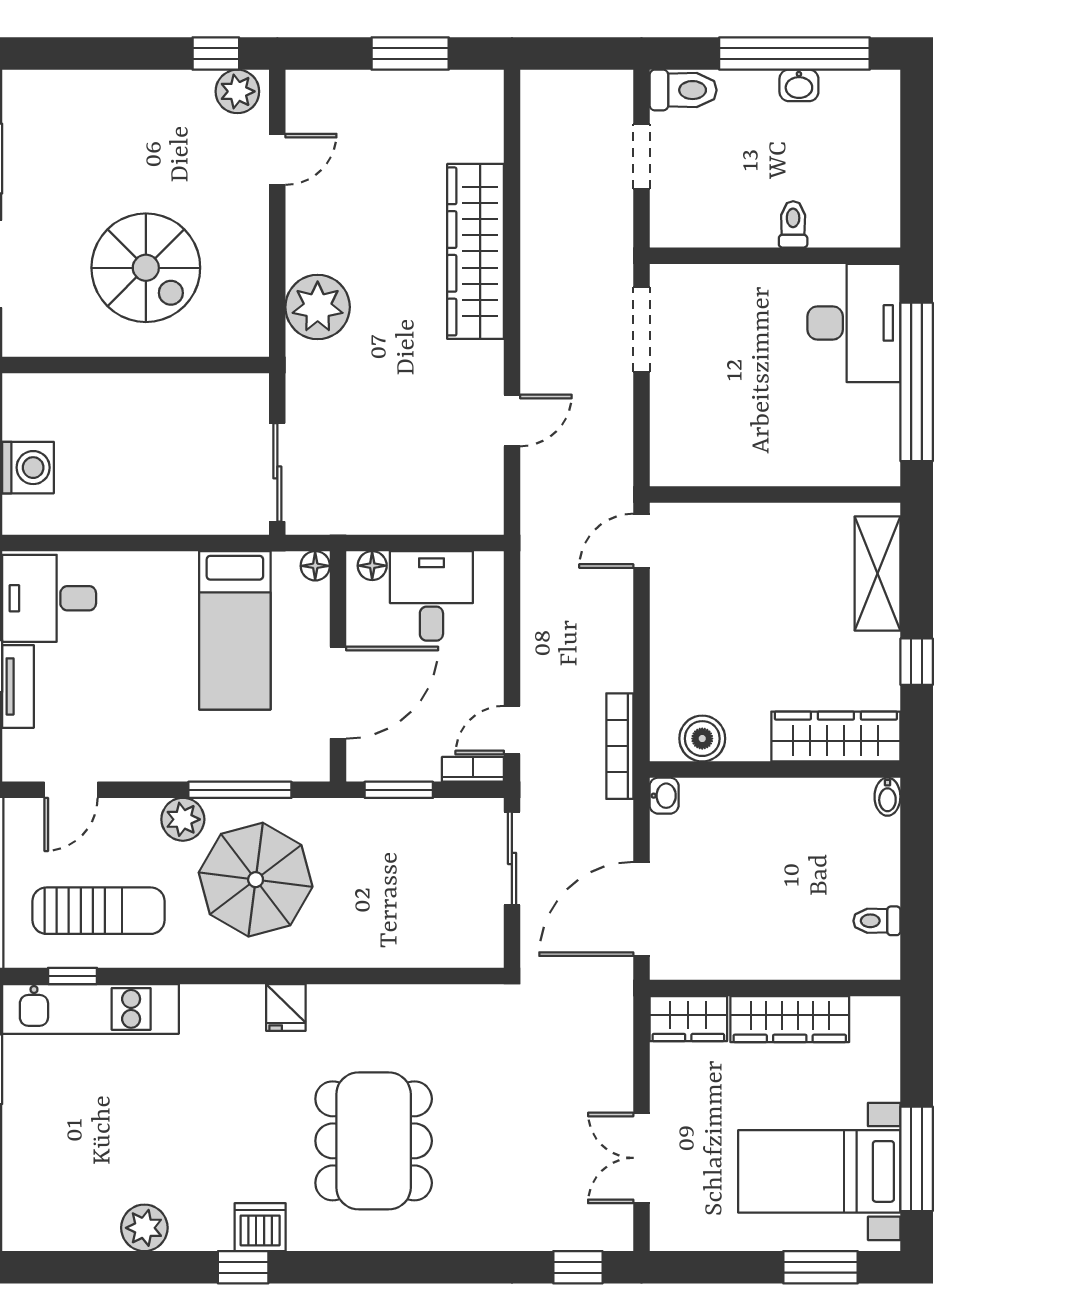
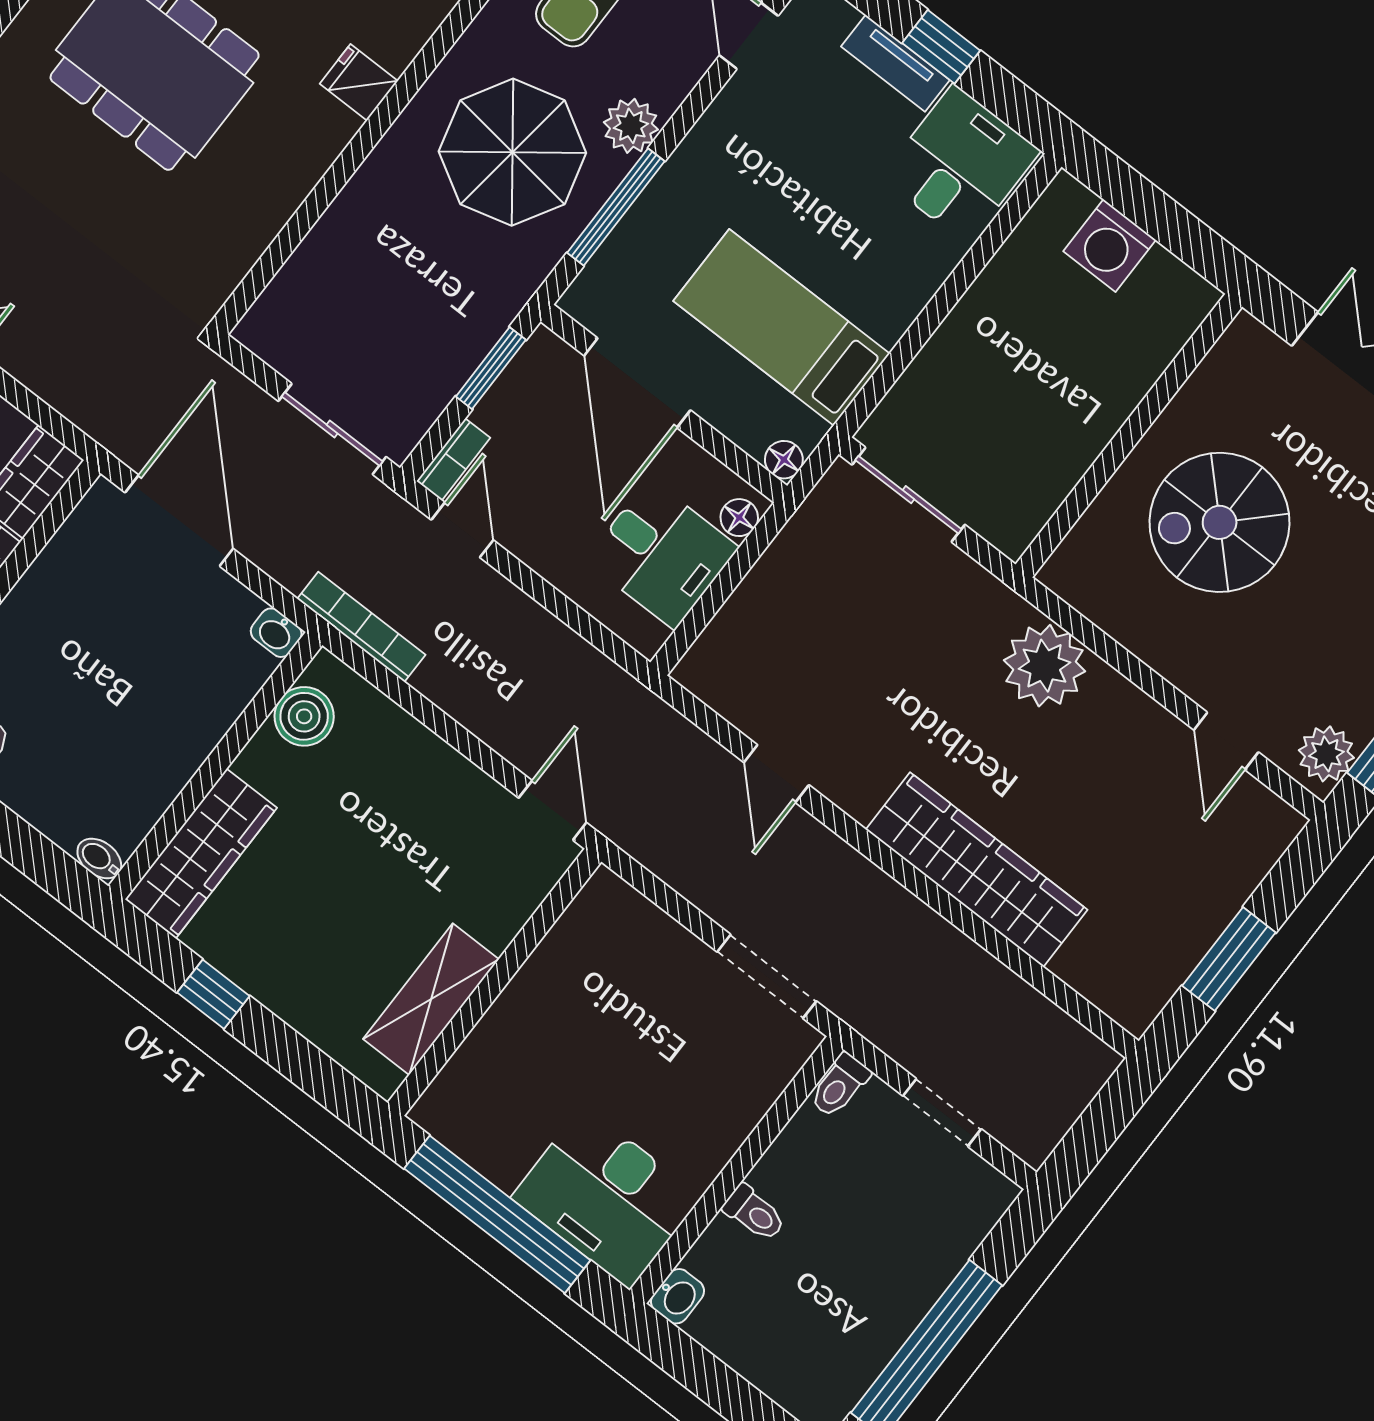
washbasin: (799, 85) -> (677, 1296), moved, turned 180
toilet: (683, 90) -> (840, 1085), moved, width x0.73, depth x0.72
shelving: (878, 573) -> (431, 999), moved, turned 90

